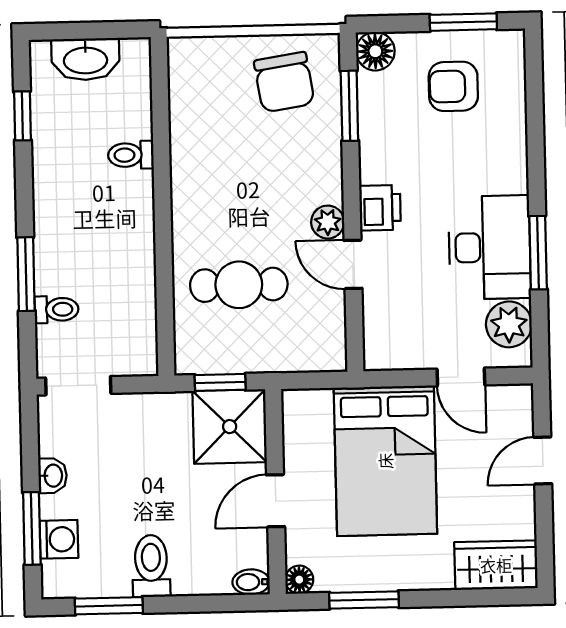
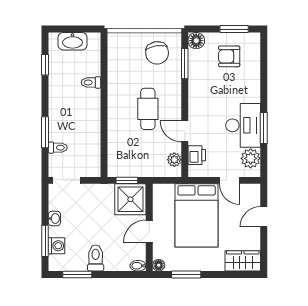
printer: (380, 208) -> (197, 155), moved
plant: (328, 222) -> (174, 160), moved
cafe table: (239, 285) -> (148, 109), moved, turned 90

